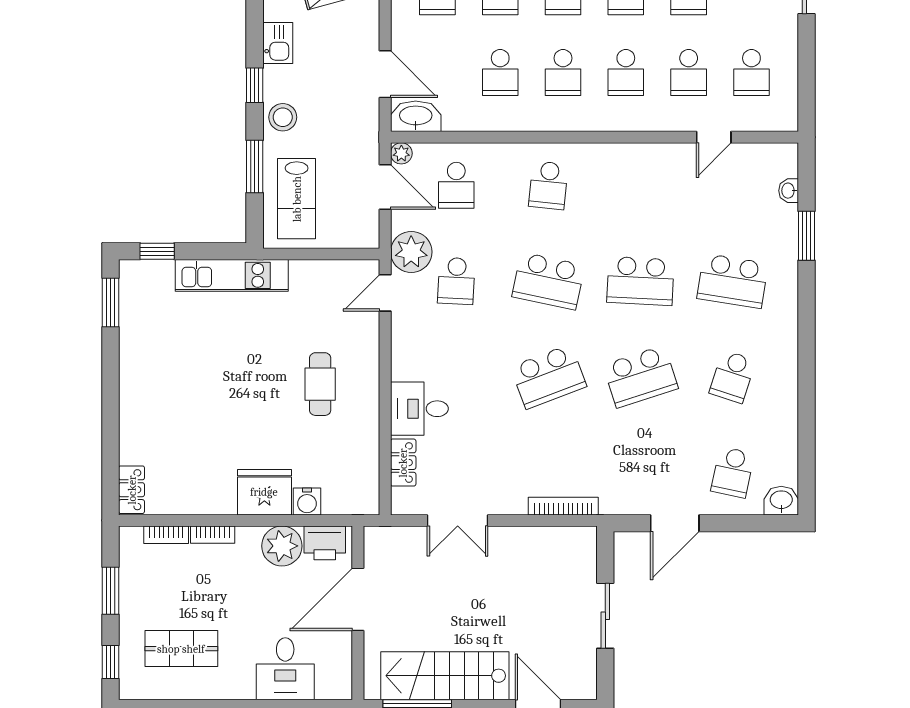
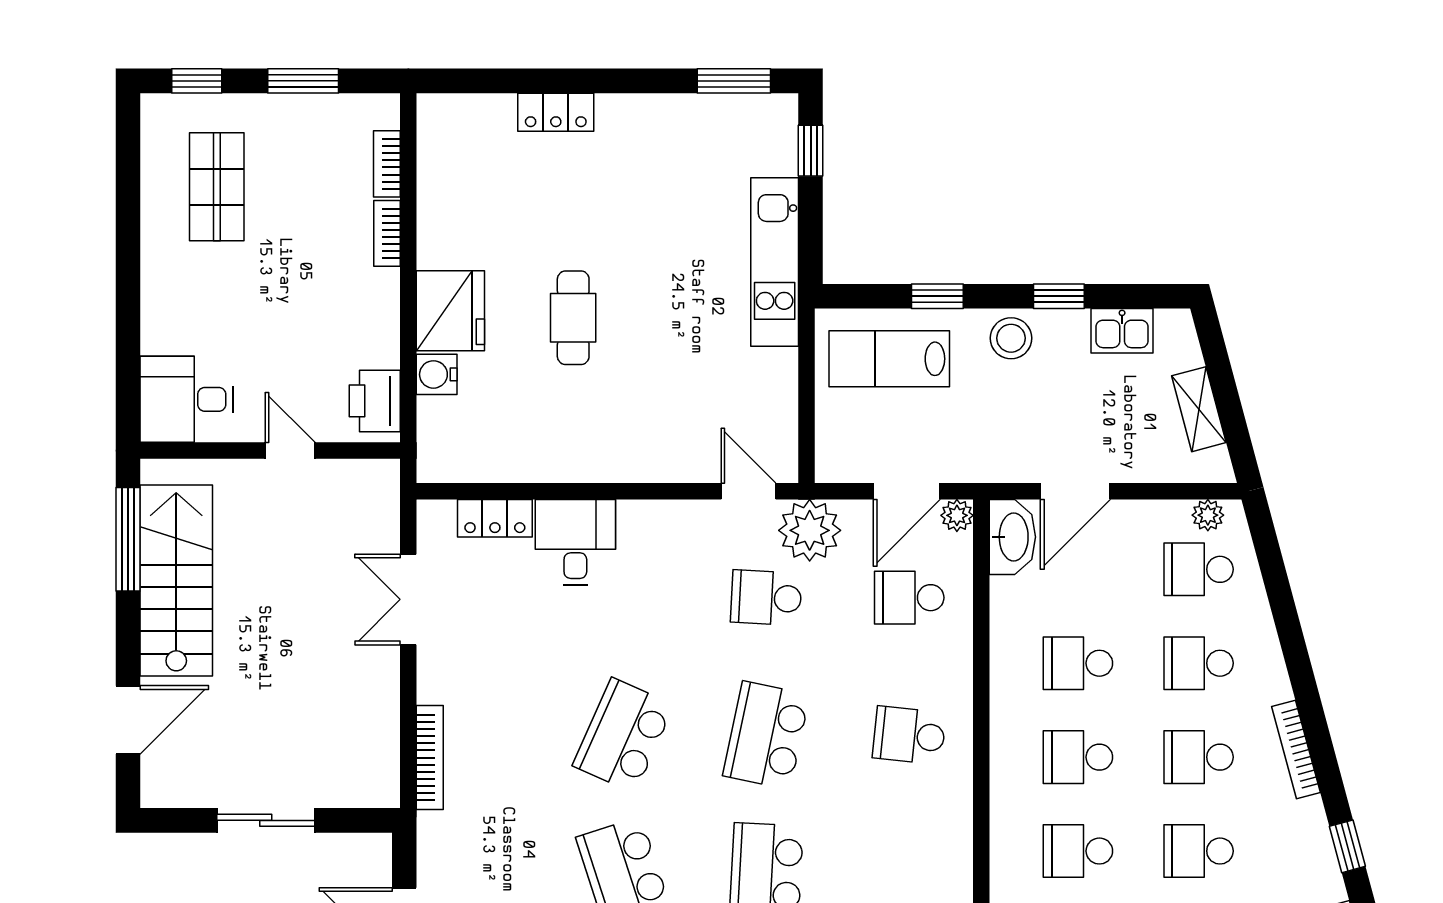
window: (255, 166) -> (937, 296), width x0.67
school desk: (548, 377) -> (623, 735), turned 45
cafe table: (320, 384) -> (573, 318), moved, turned 90
locker: (132, 490) -> (556, 112), moved
plant: (282, 546) -> (370, 337), removed
door: (358, 599) -> (290, 451), width x0.53
desk: (285, 669) -> (187, 399), moved

